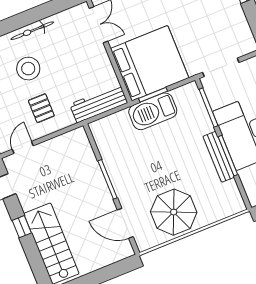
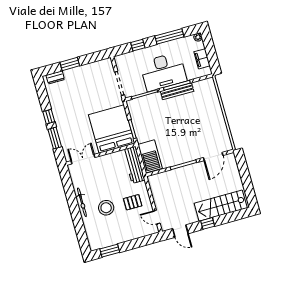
barbecue: (153, 111) -> (150, 156), moved
parasol: (174, 212) -> (209, 124), removed

